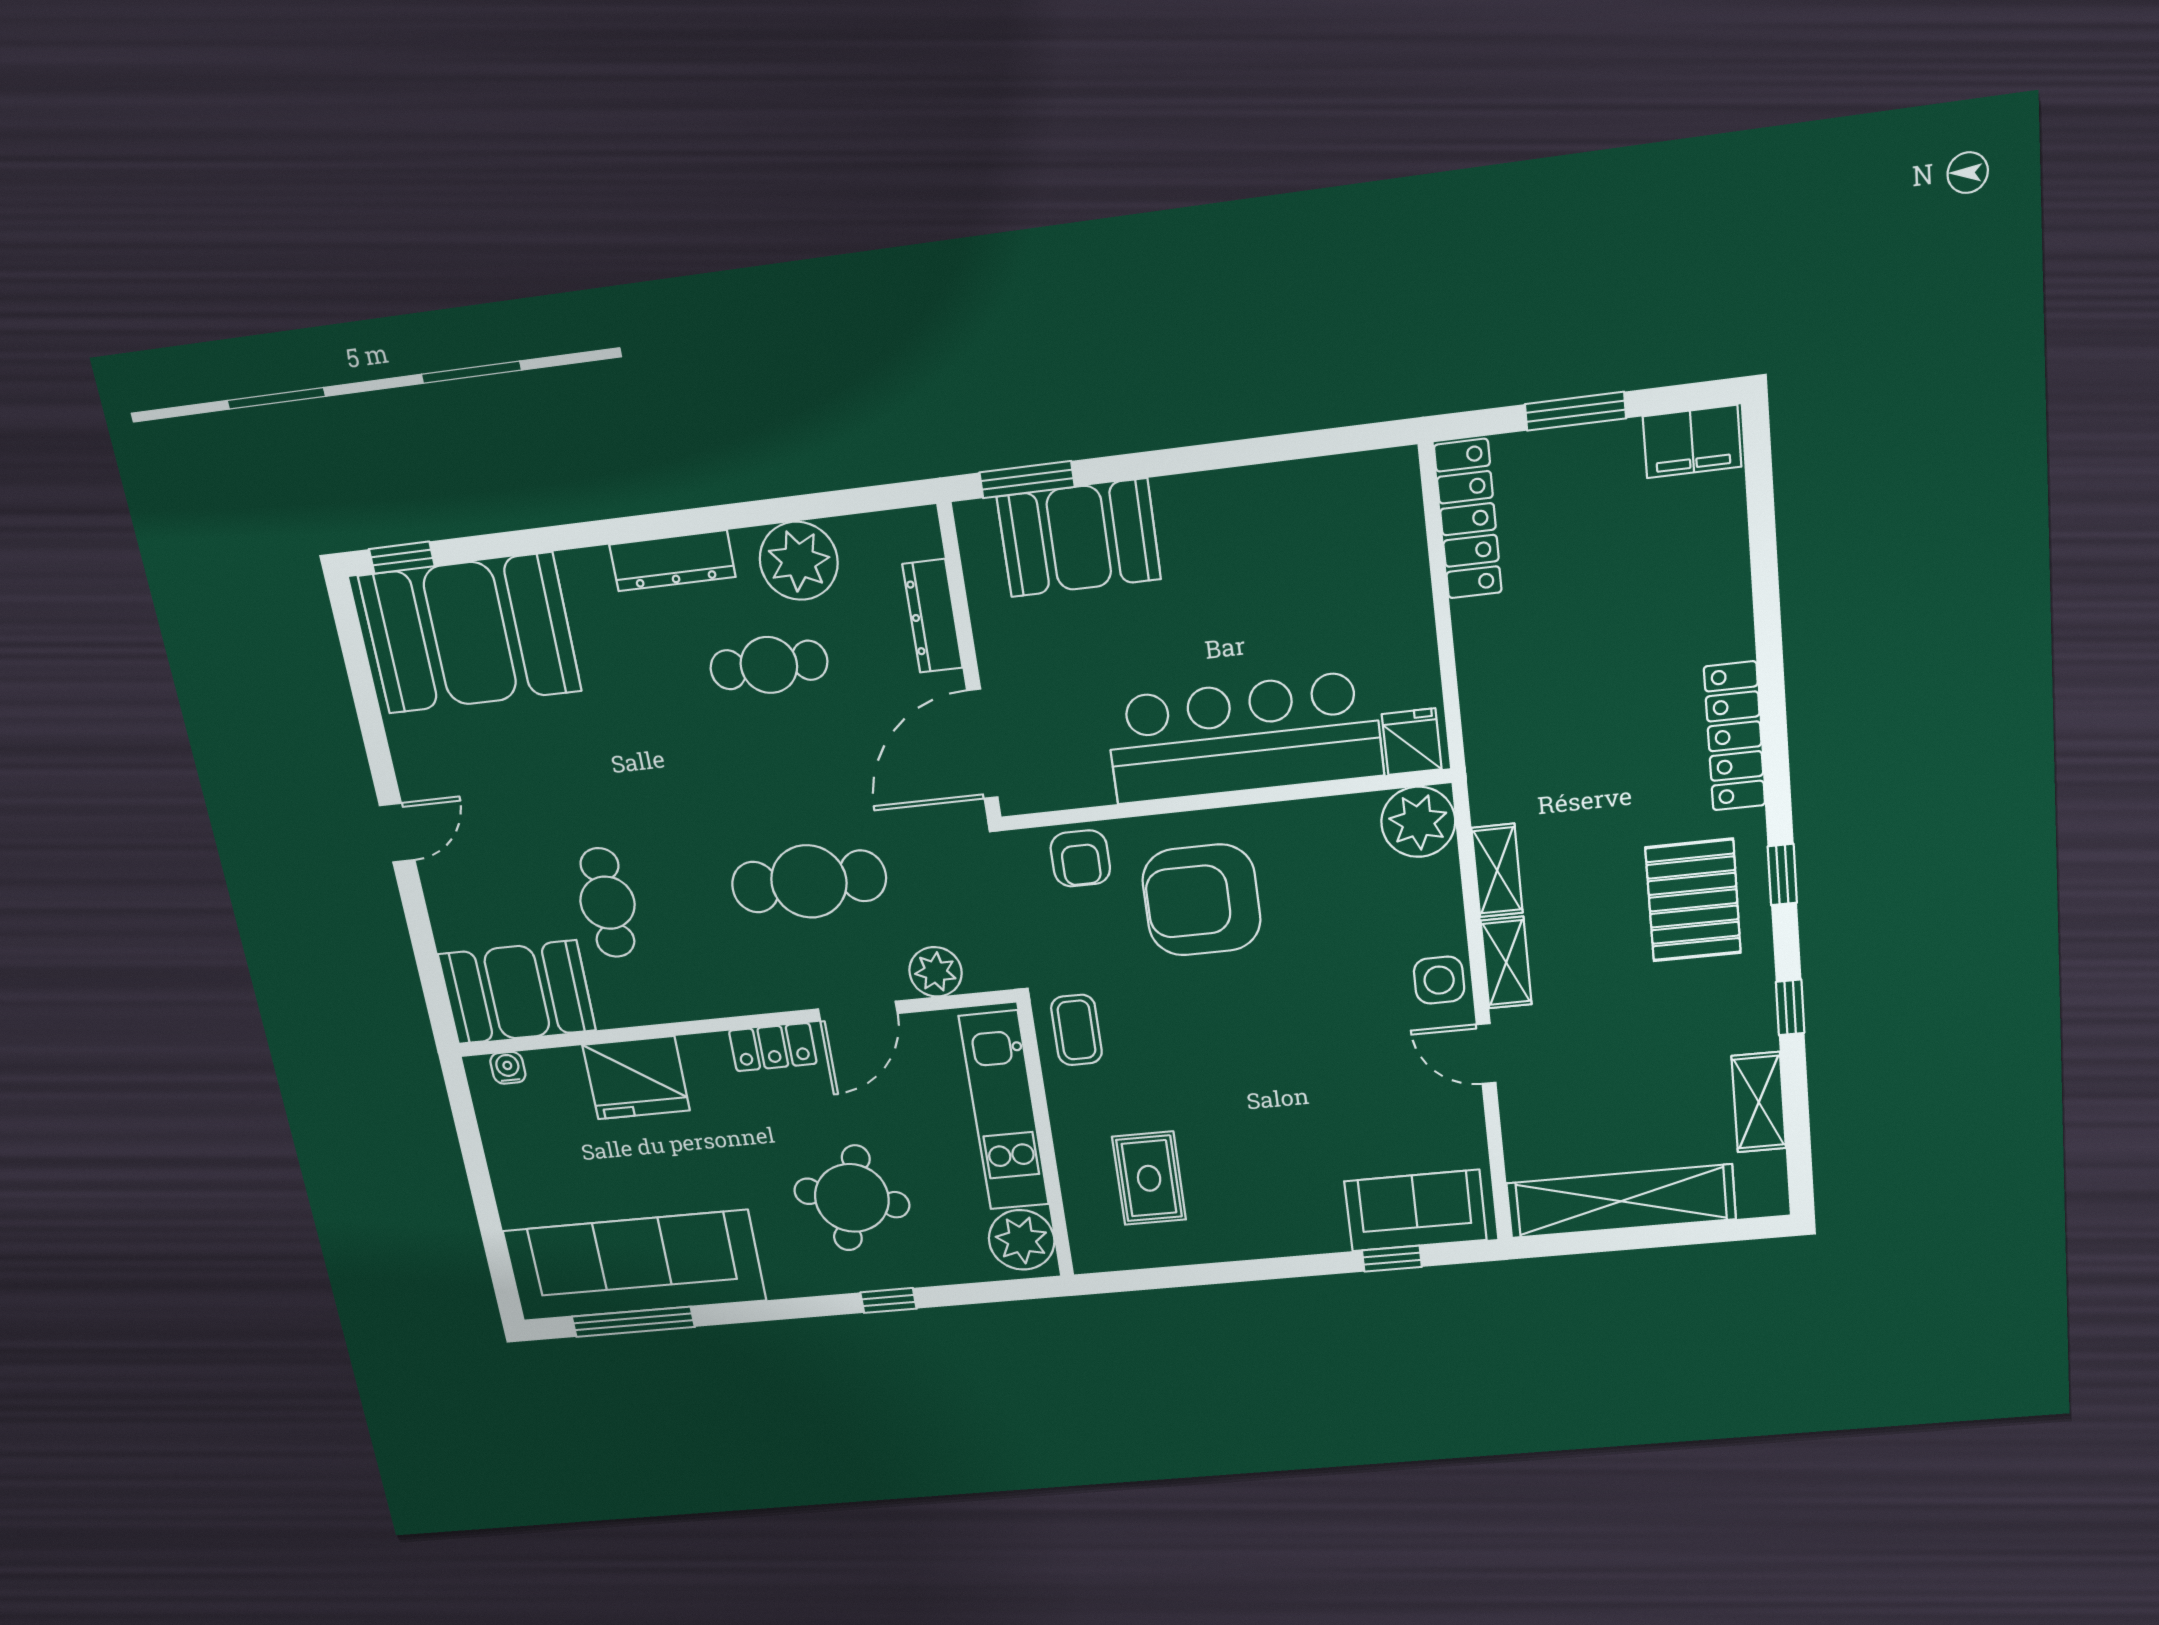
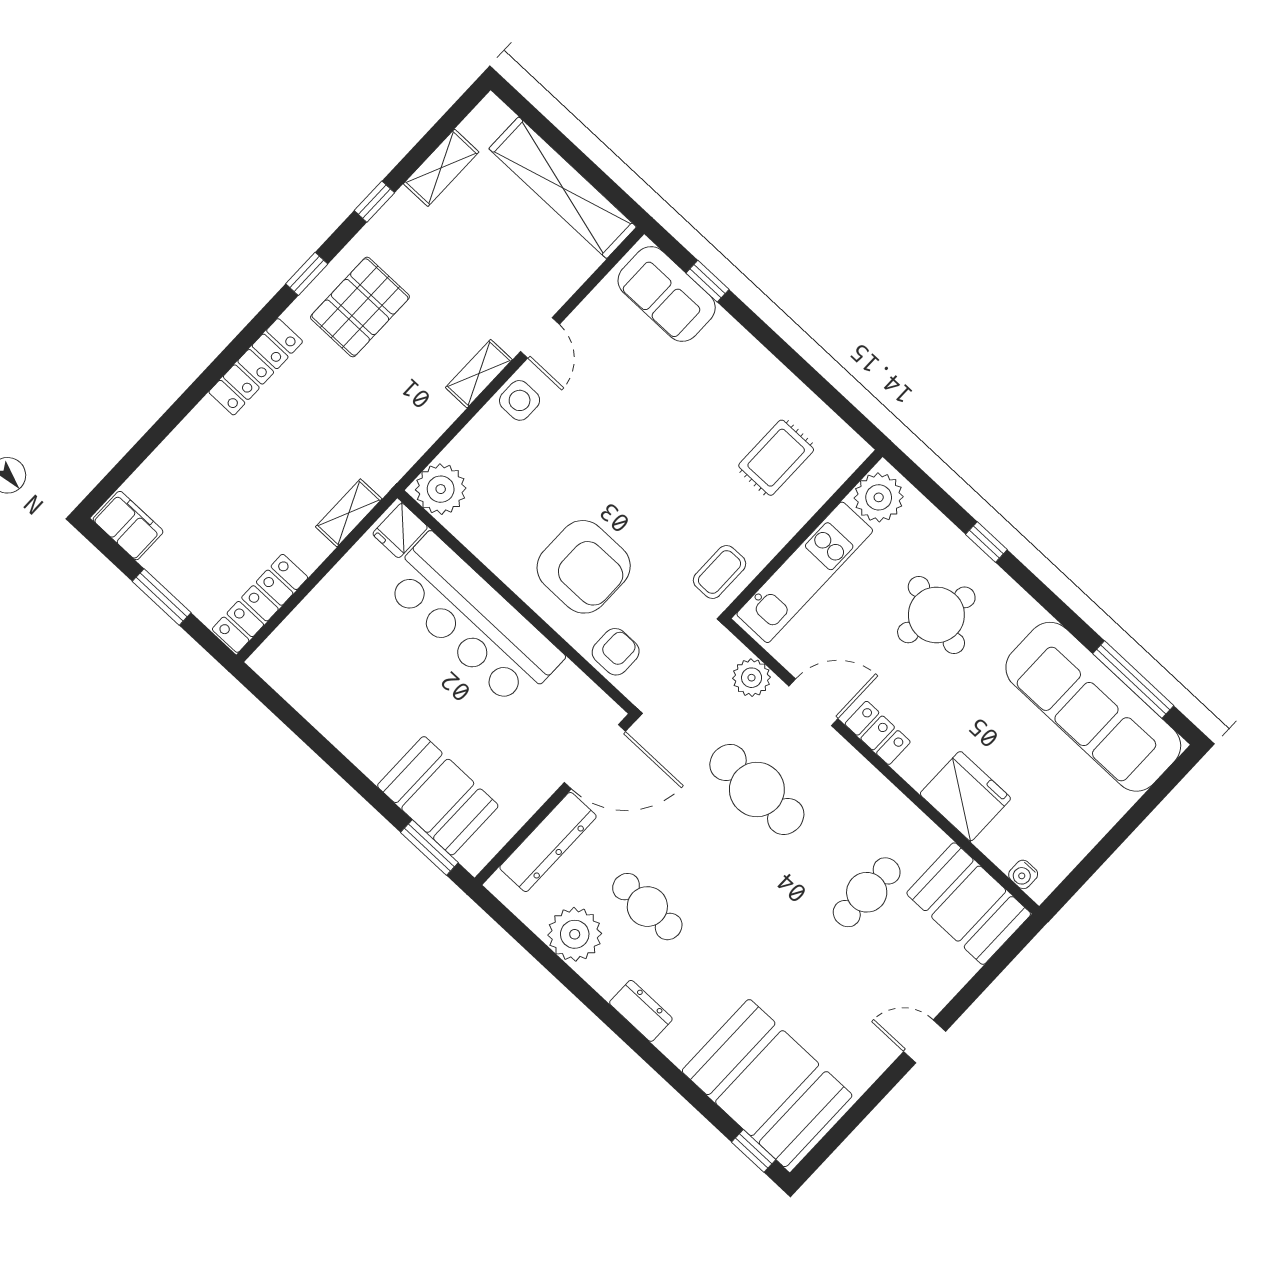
dresser: (672, 561) -> (641, 1011), width x0.70
dresser: (933, 616) -> (548, 842), width x1.37, depth x1.24
shelving: (1497, 870) -> (349, 513), moved

